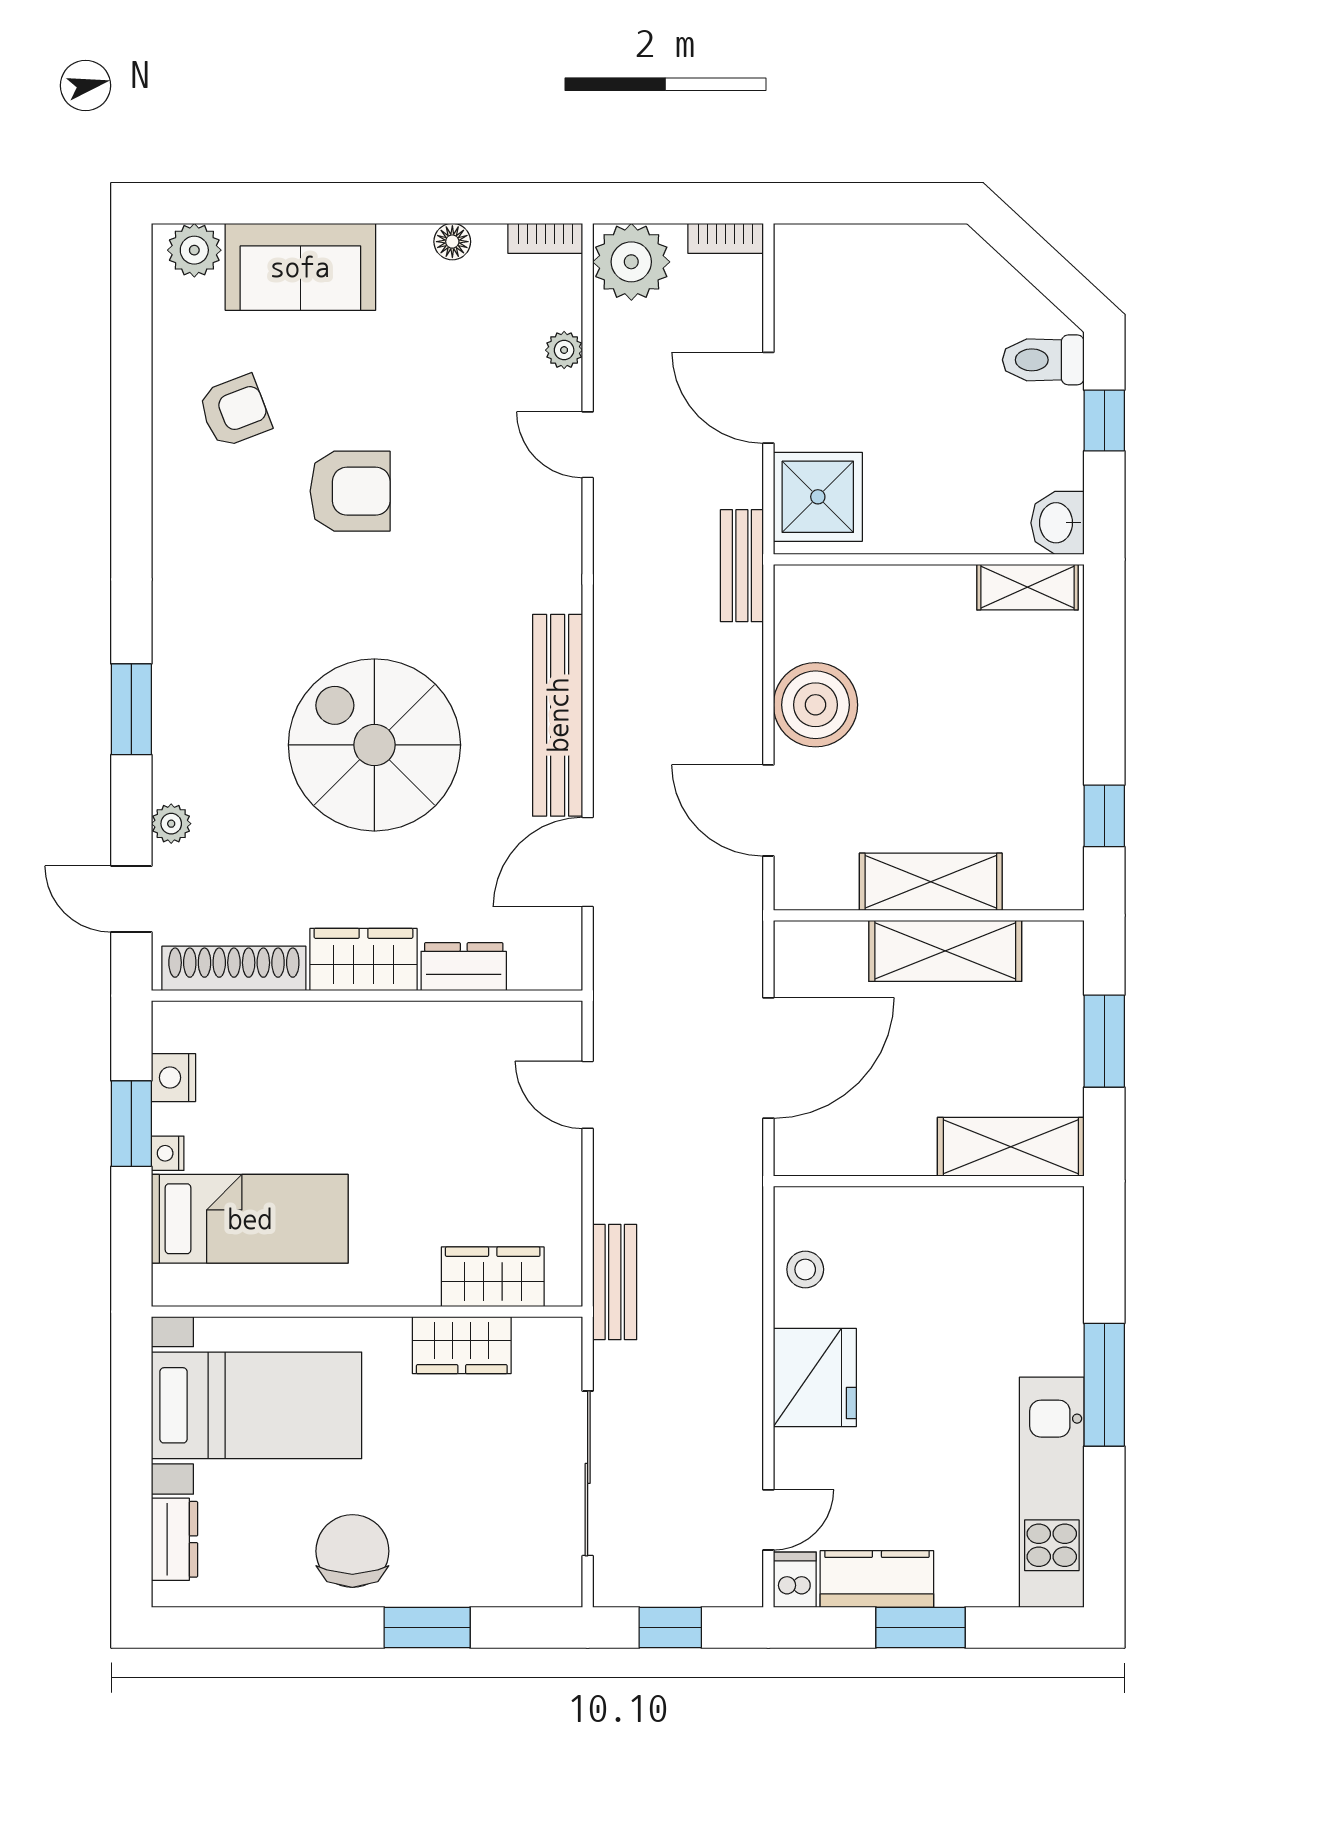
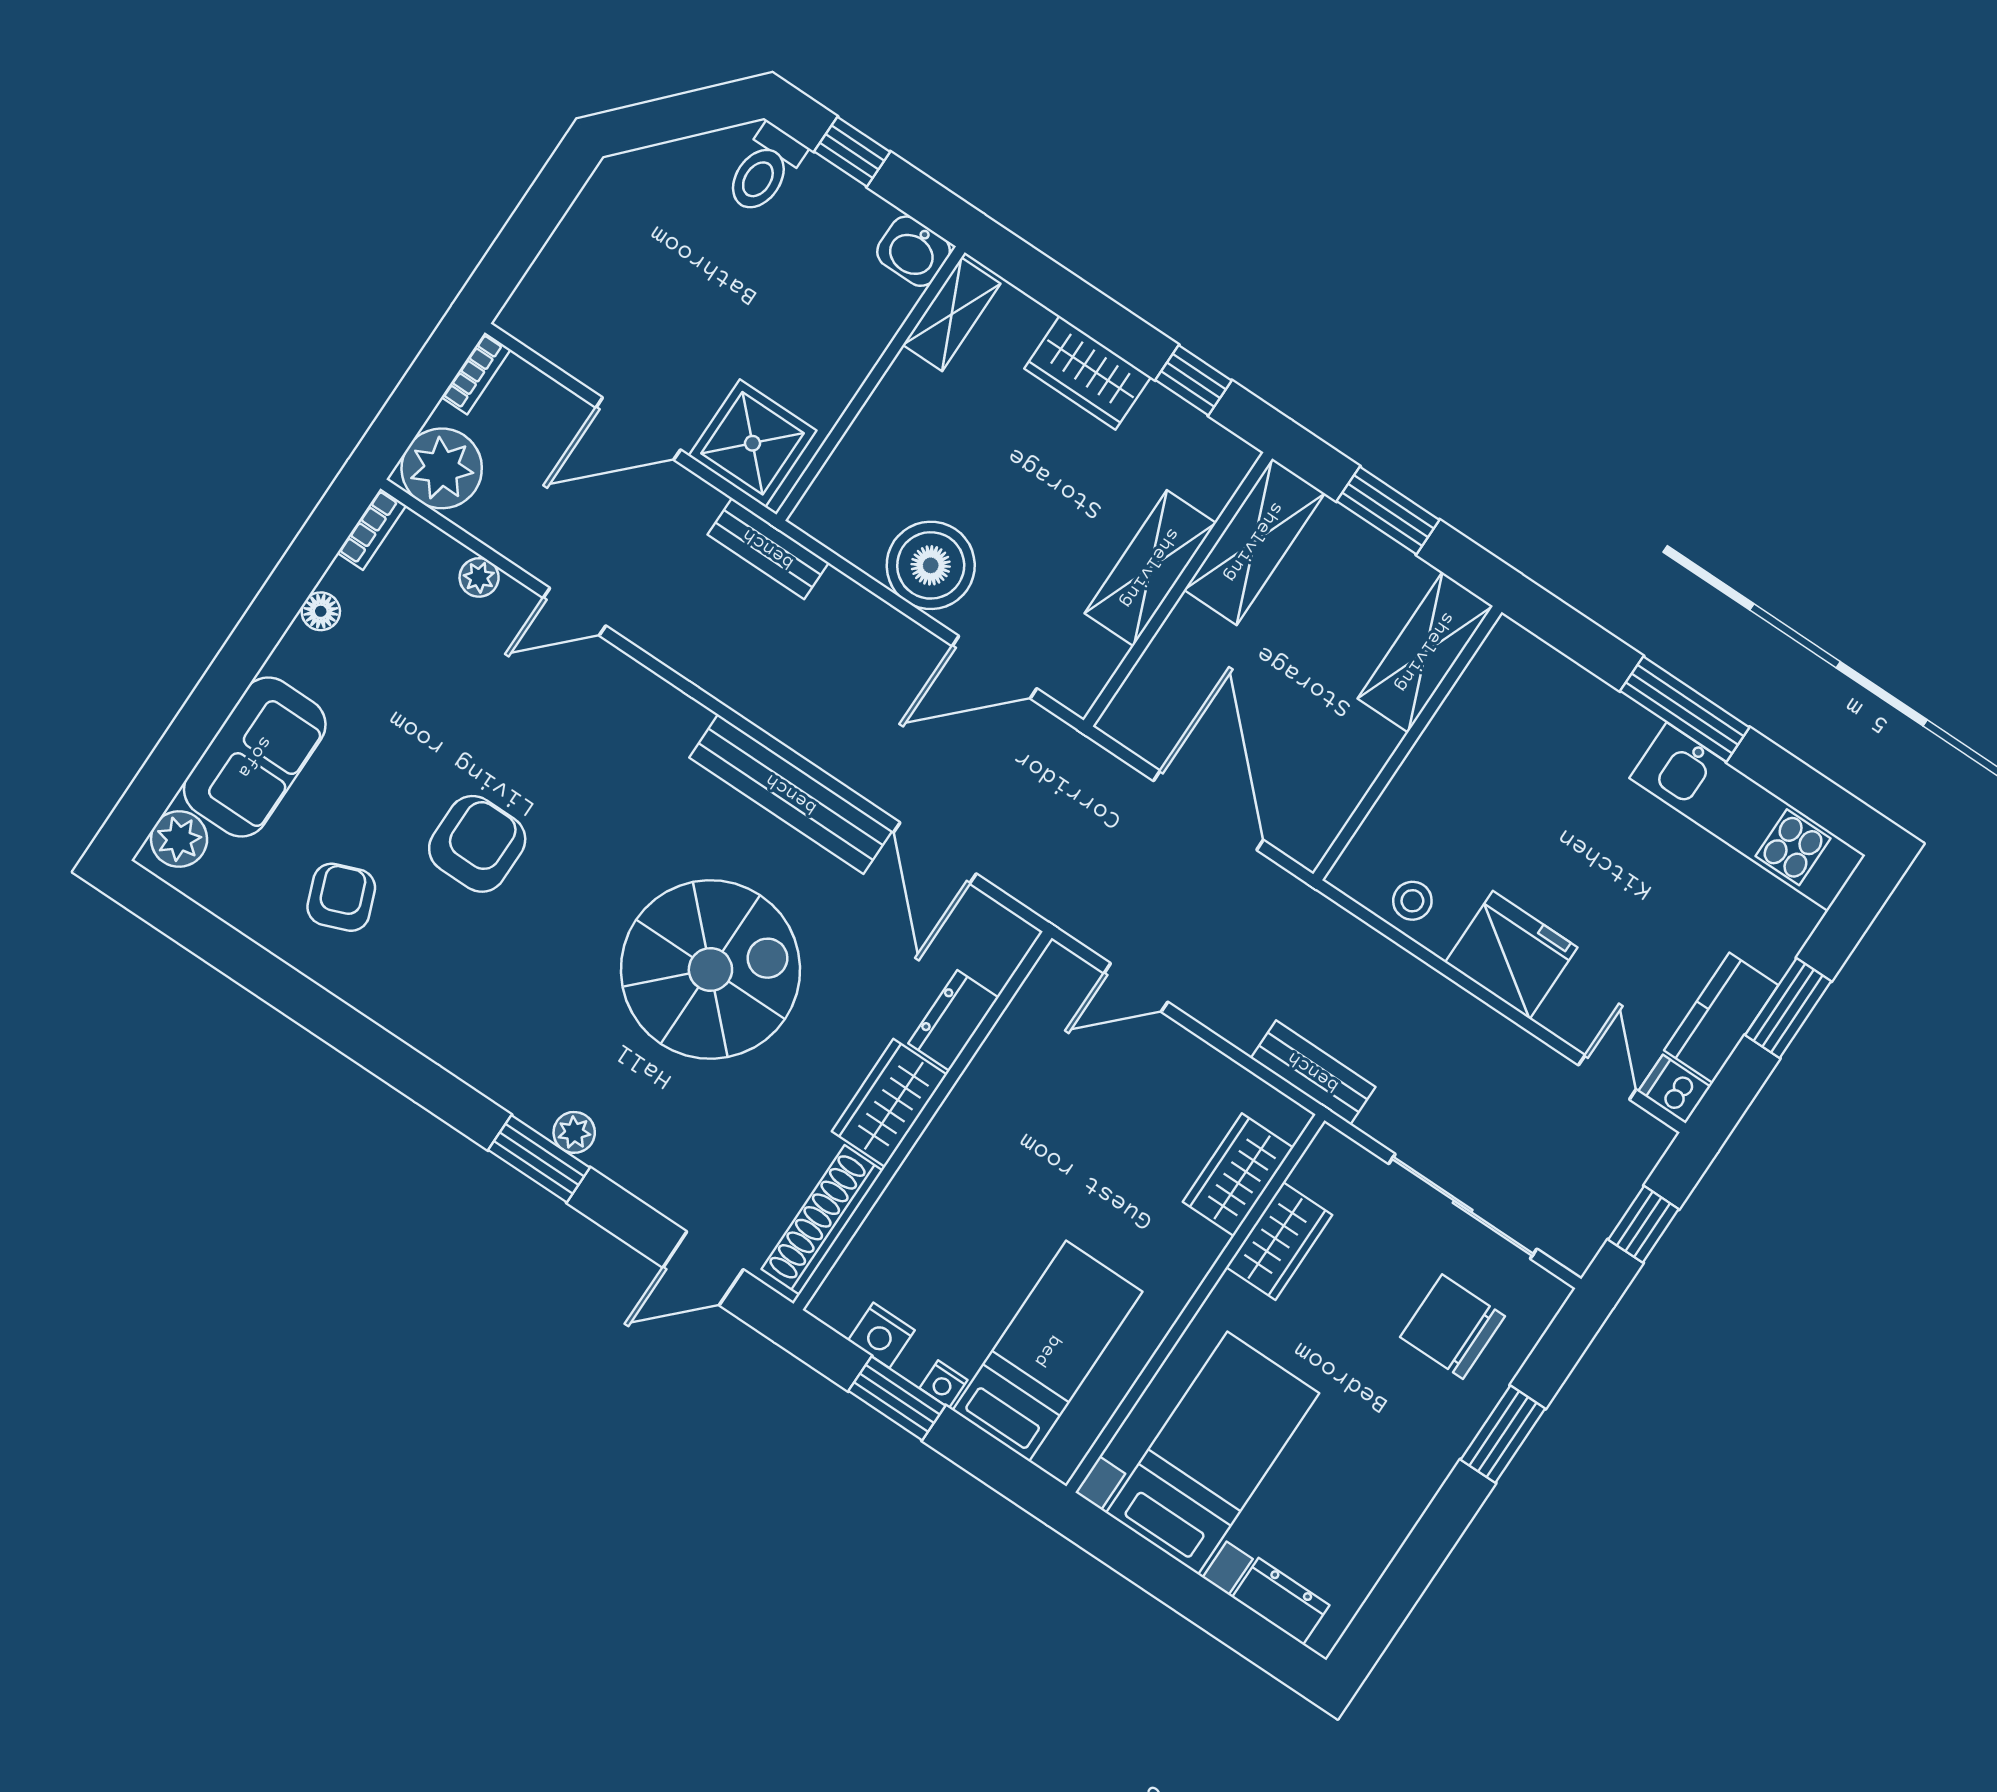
wardrobe: (1053, 727) -> (1088, 373), added
spiral stairs: (374, 745) -> (710, 969), turned 180
plant: (171, 824) -> (574, 1132), moved
shelving: (945, 951) -> (1254, 542), moved
chair: (352, 1551) -> (1453, 1327), moved

